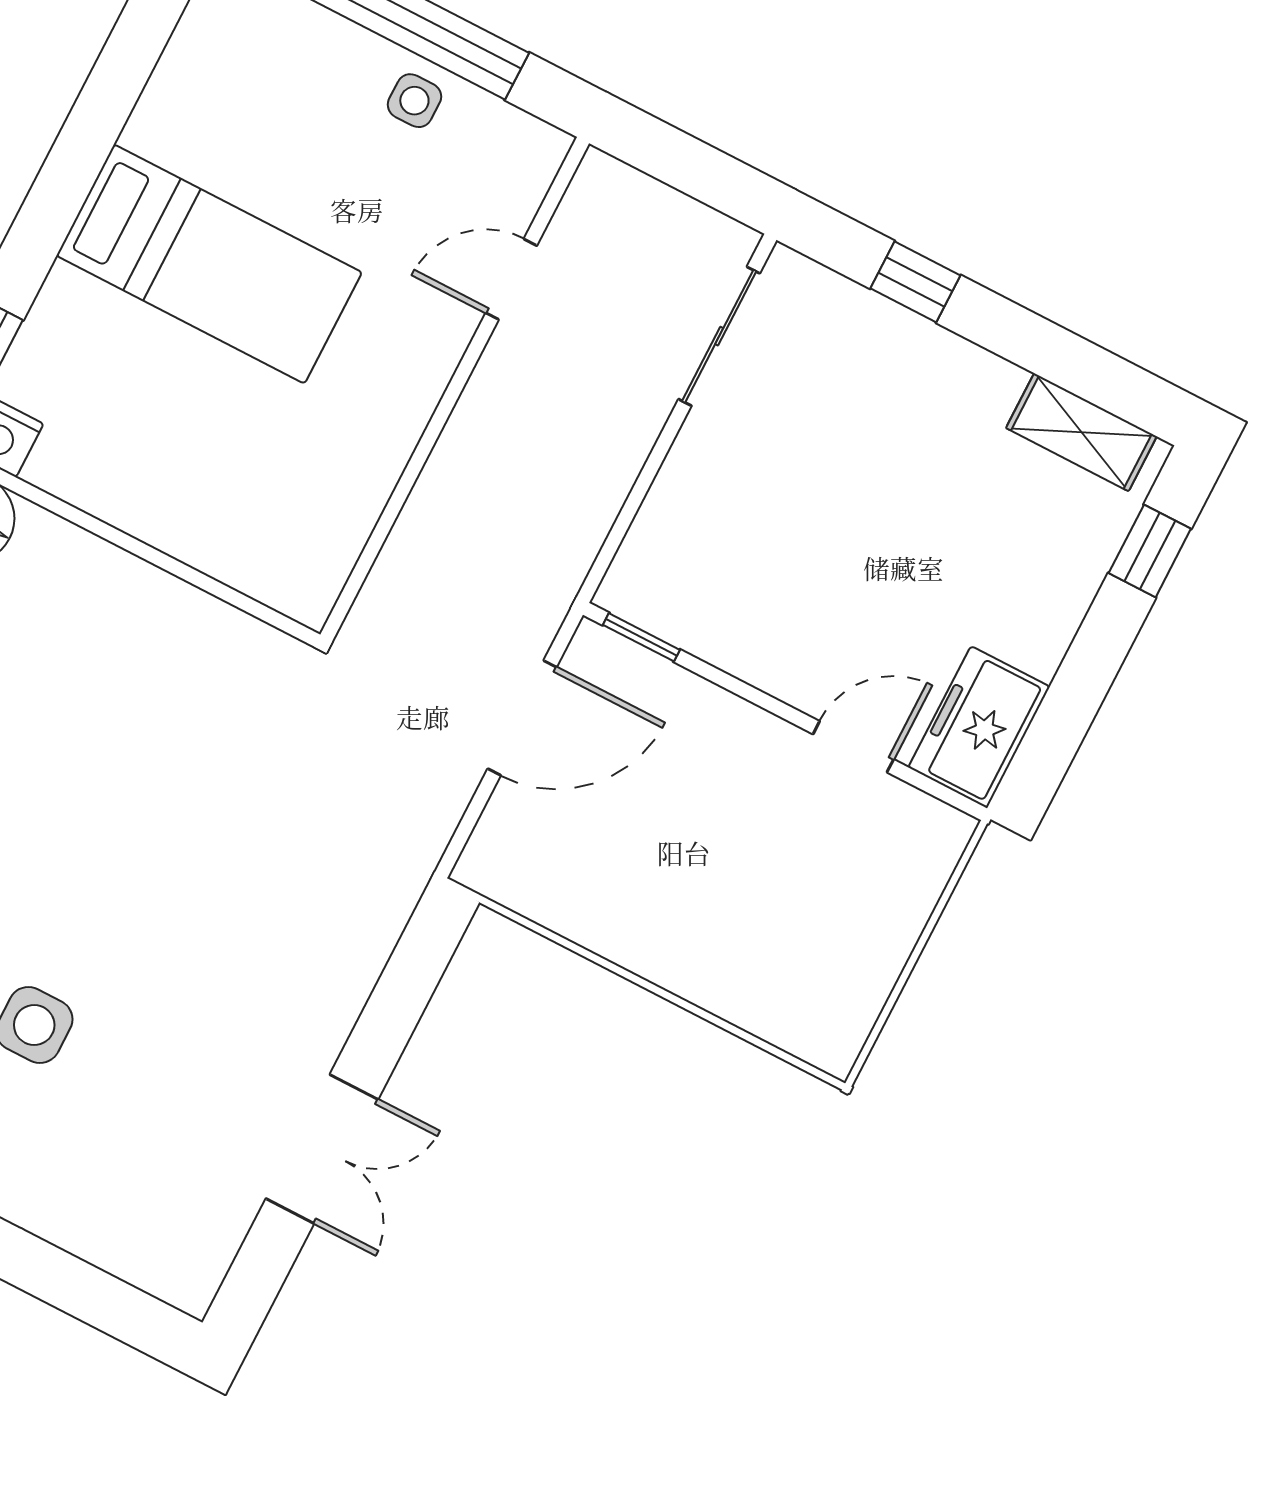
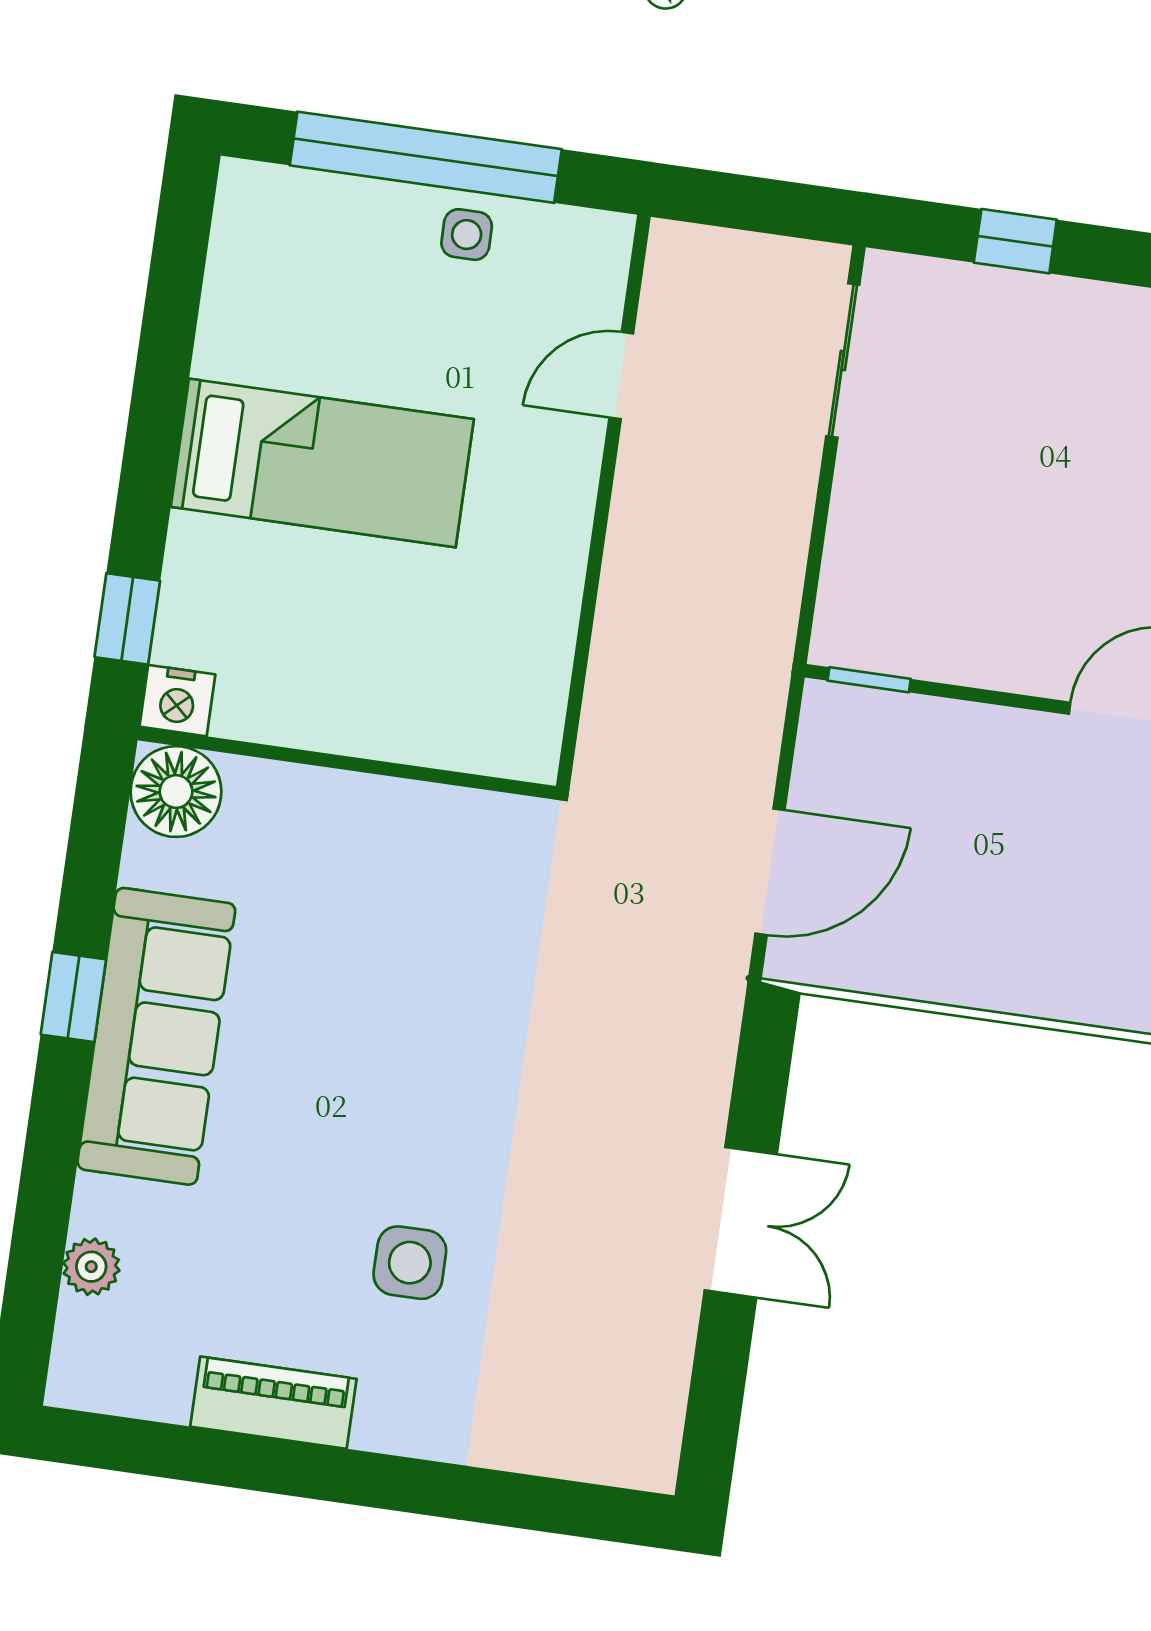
door: (522, 718) -> (770, 872), moved
double door: (322, 1149) -> (741, 1222), moved

